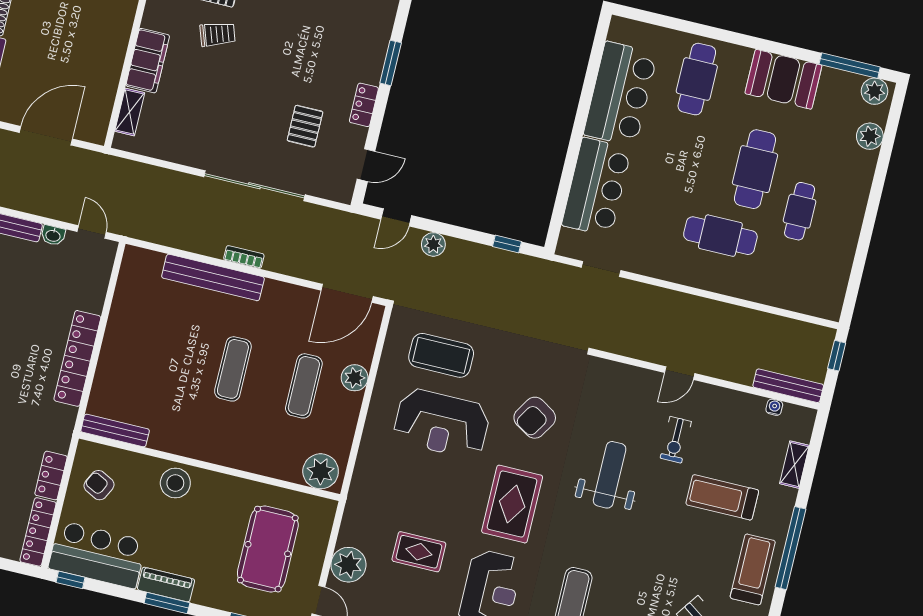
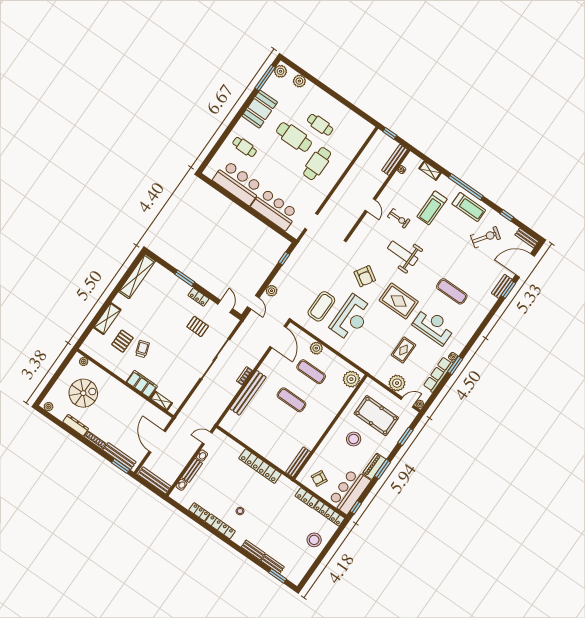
cafe table: (697, 79) -> (245, 147), width x0.73, depth x0.74
stool: (175, 483) -> (354, 439), moved
treadmill: (753, 569) -> (469, 207), turned 180

